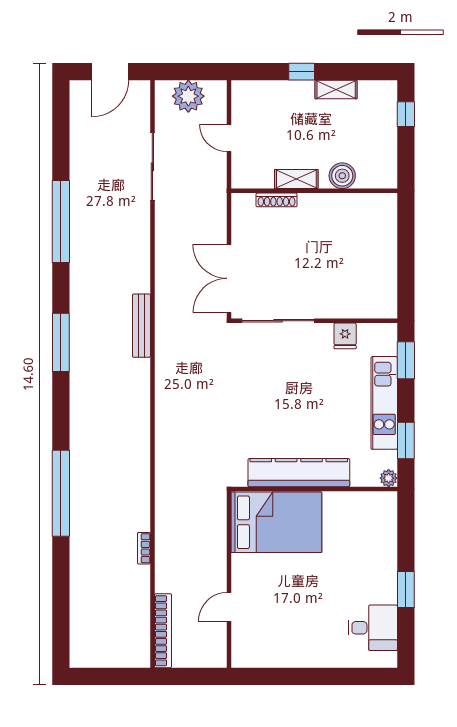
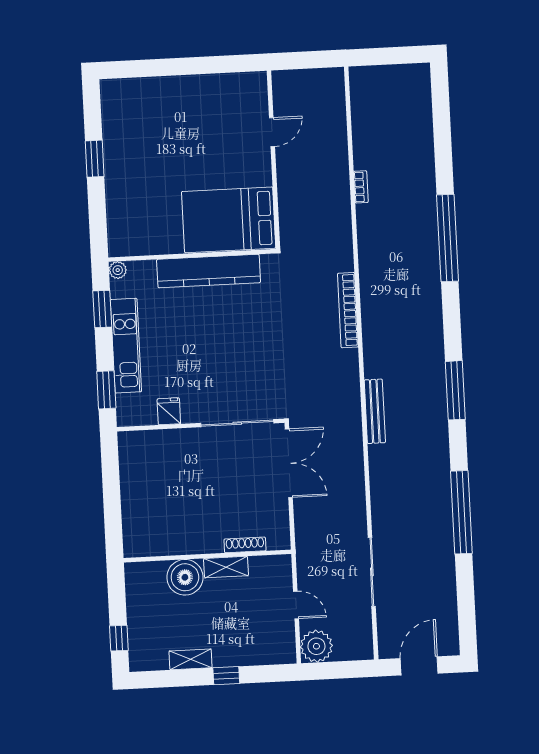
plant: (188, 96) -> (316, 646), moved
boiler: (342, 176) -> (185, 577), width x1.37, depth x1.37
desk: (373, 628) -> (126, 118), removed
bookcase: (163, 631) -> (348, 310), moved

